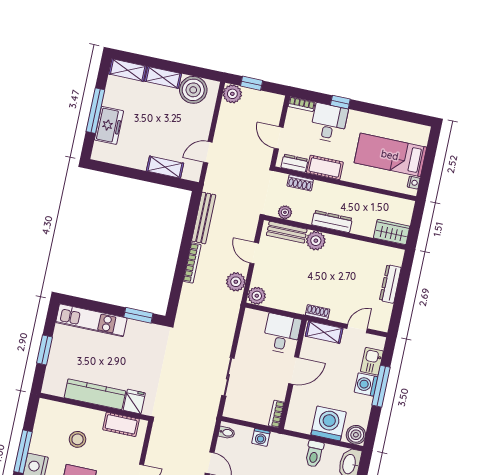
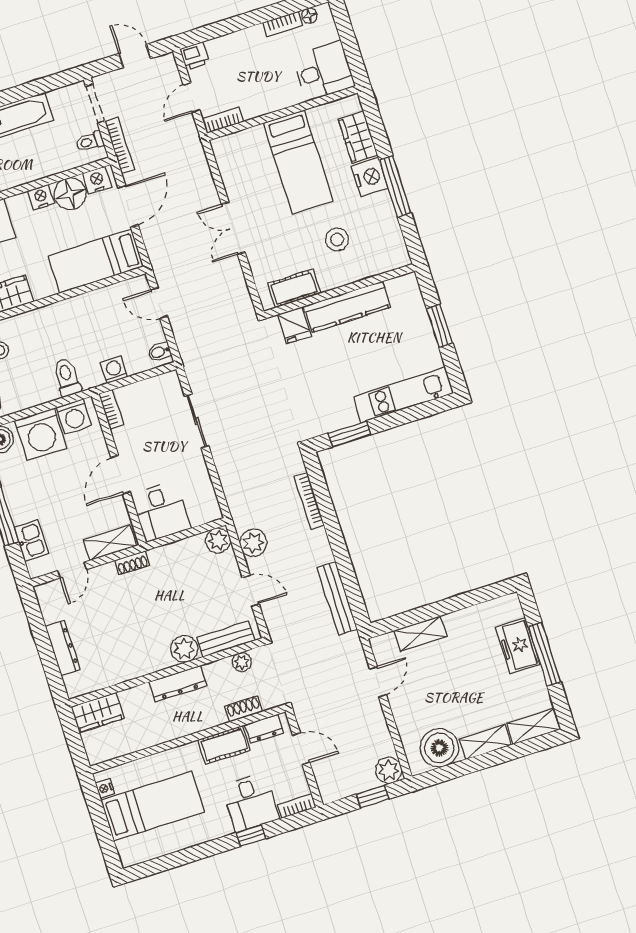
bookcase: (192, 263) -> (309, 500), moved
washing machine: (366, 385) -> (74, 416), moved, turned 90
toilet: (314, 454) -> (67, 377), moved

